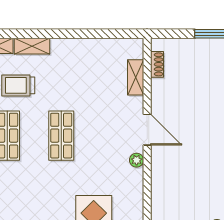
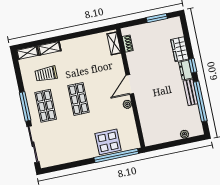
shelving: (136, 77) -> (114, 43), moved
door: (147, 130) -> (130, 84), swing flipped

